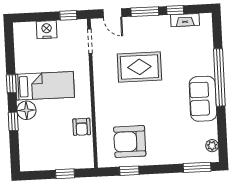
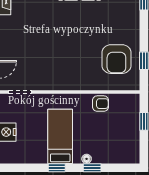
rug: (139, 67) -> (47, 47), removed
floor lamp: (26, 110) -> (87, 159), width x0.53, depth x0.53

